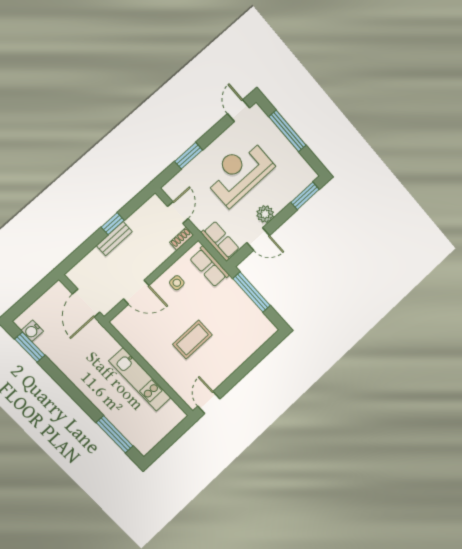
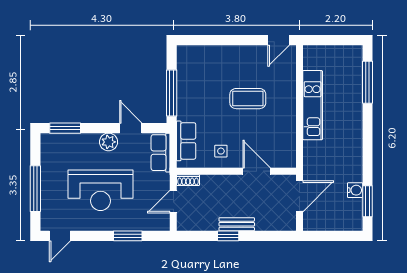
water cooler: (32, 331) -> (355, 190), moved

